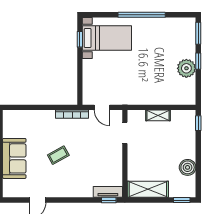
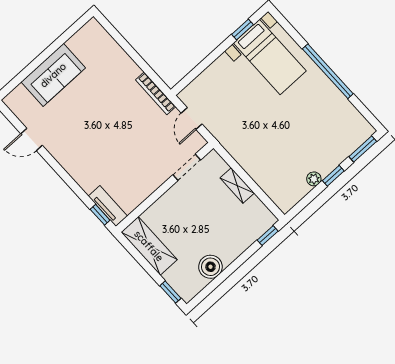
plant: (186, 68) -> (314, 179), width x0.53, depth x0.53
coffee table: (58, 155) -> (99, 118), removed

